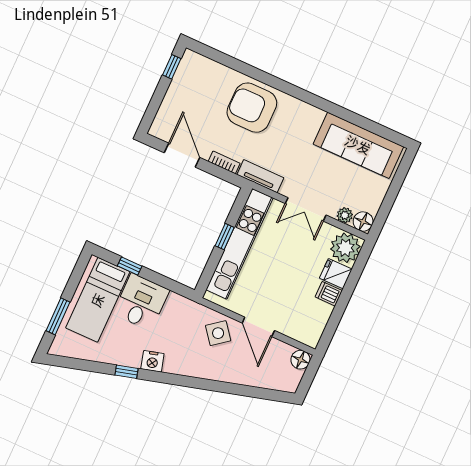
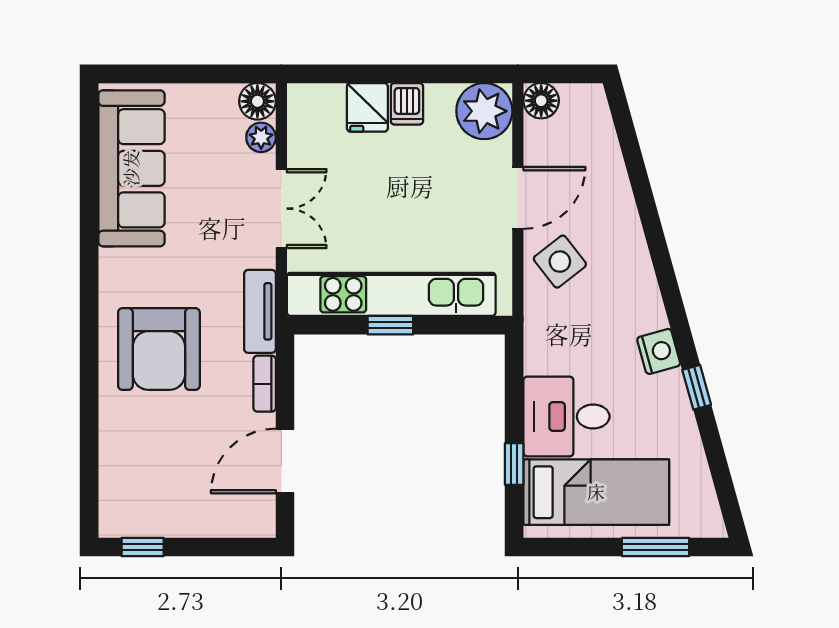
armchair: (252, 108) -> (159, 349), moved
plant: (345, 248) -> (484, 111), moved

